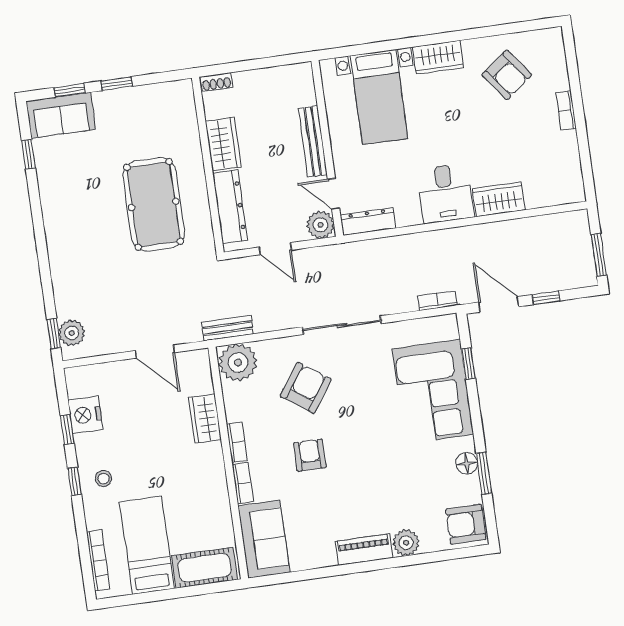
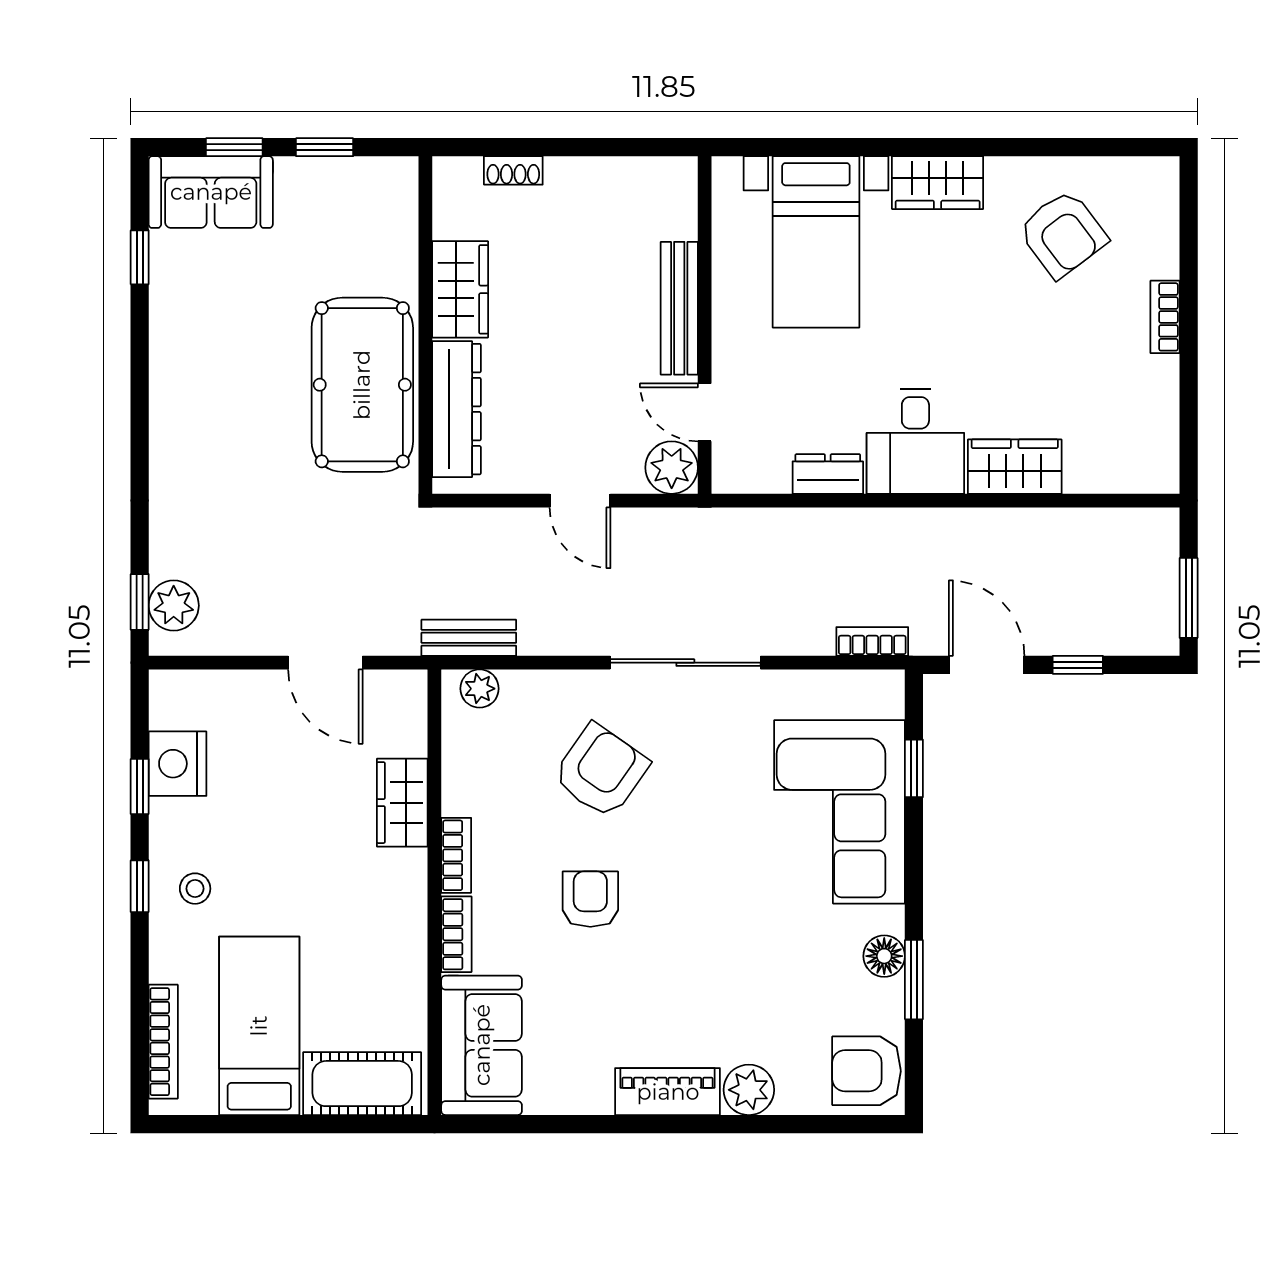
wardrobe: (223, 144) -> (460, 289), moved
wall: (208, 165) -> (425, 325), moved
dresser: (230, 207) -> (457, 409), moved
dresser: (368, 222) -> (828, 474), moved, width x0.70
plant: (238, 362) -> (480, 689), width x0.53, depth x0.53

